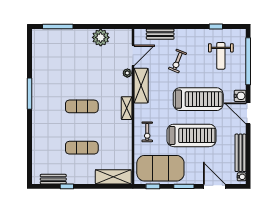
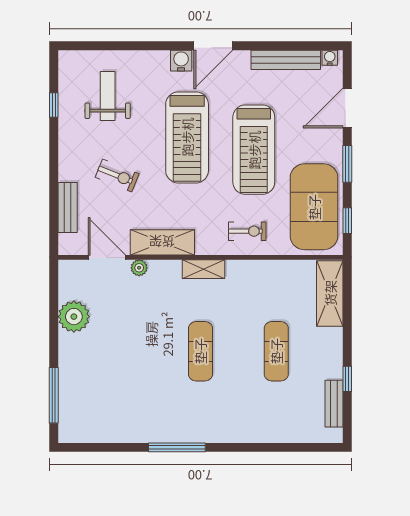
weight bench: (221, 56) -> (108, 96), turned -90
window: (248, 61) -> (118, 46), removed
treadmill: (198, 99) -> (187, 137), turned 180
treadmill: (192, 135) -> (254, 150), turned 180

